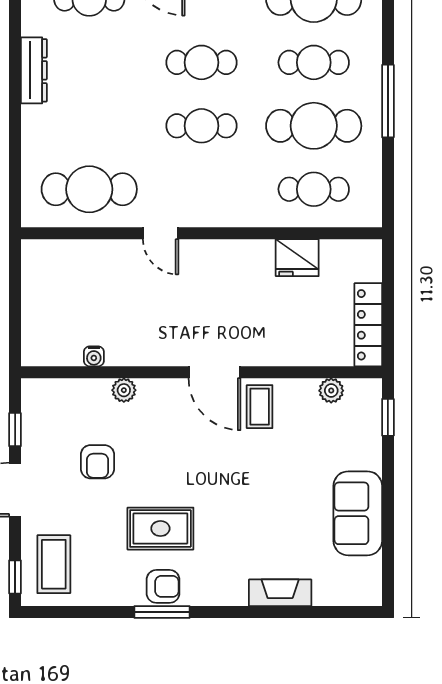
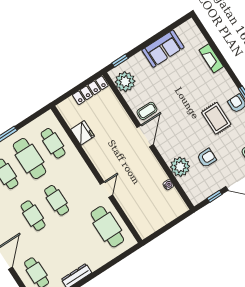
plant: (124, 390) -> (180, 167), width x1.87, depth x1.87
plant: (331, 391) -> (125, 82), width x1.88, depth x1.88

